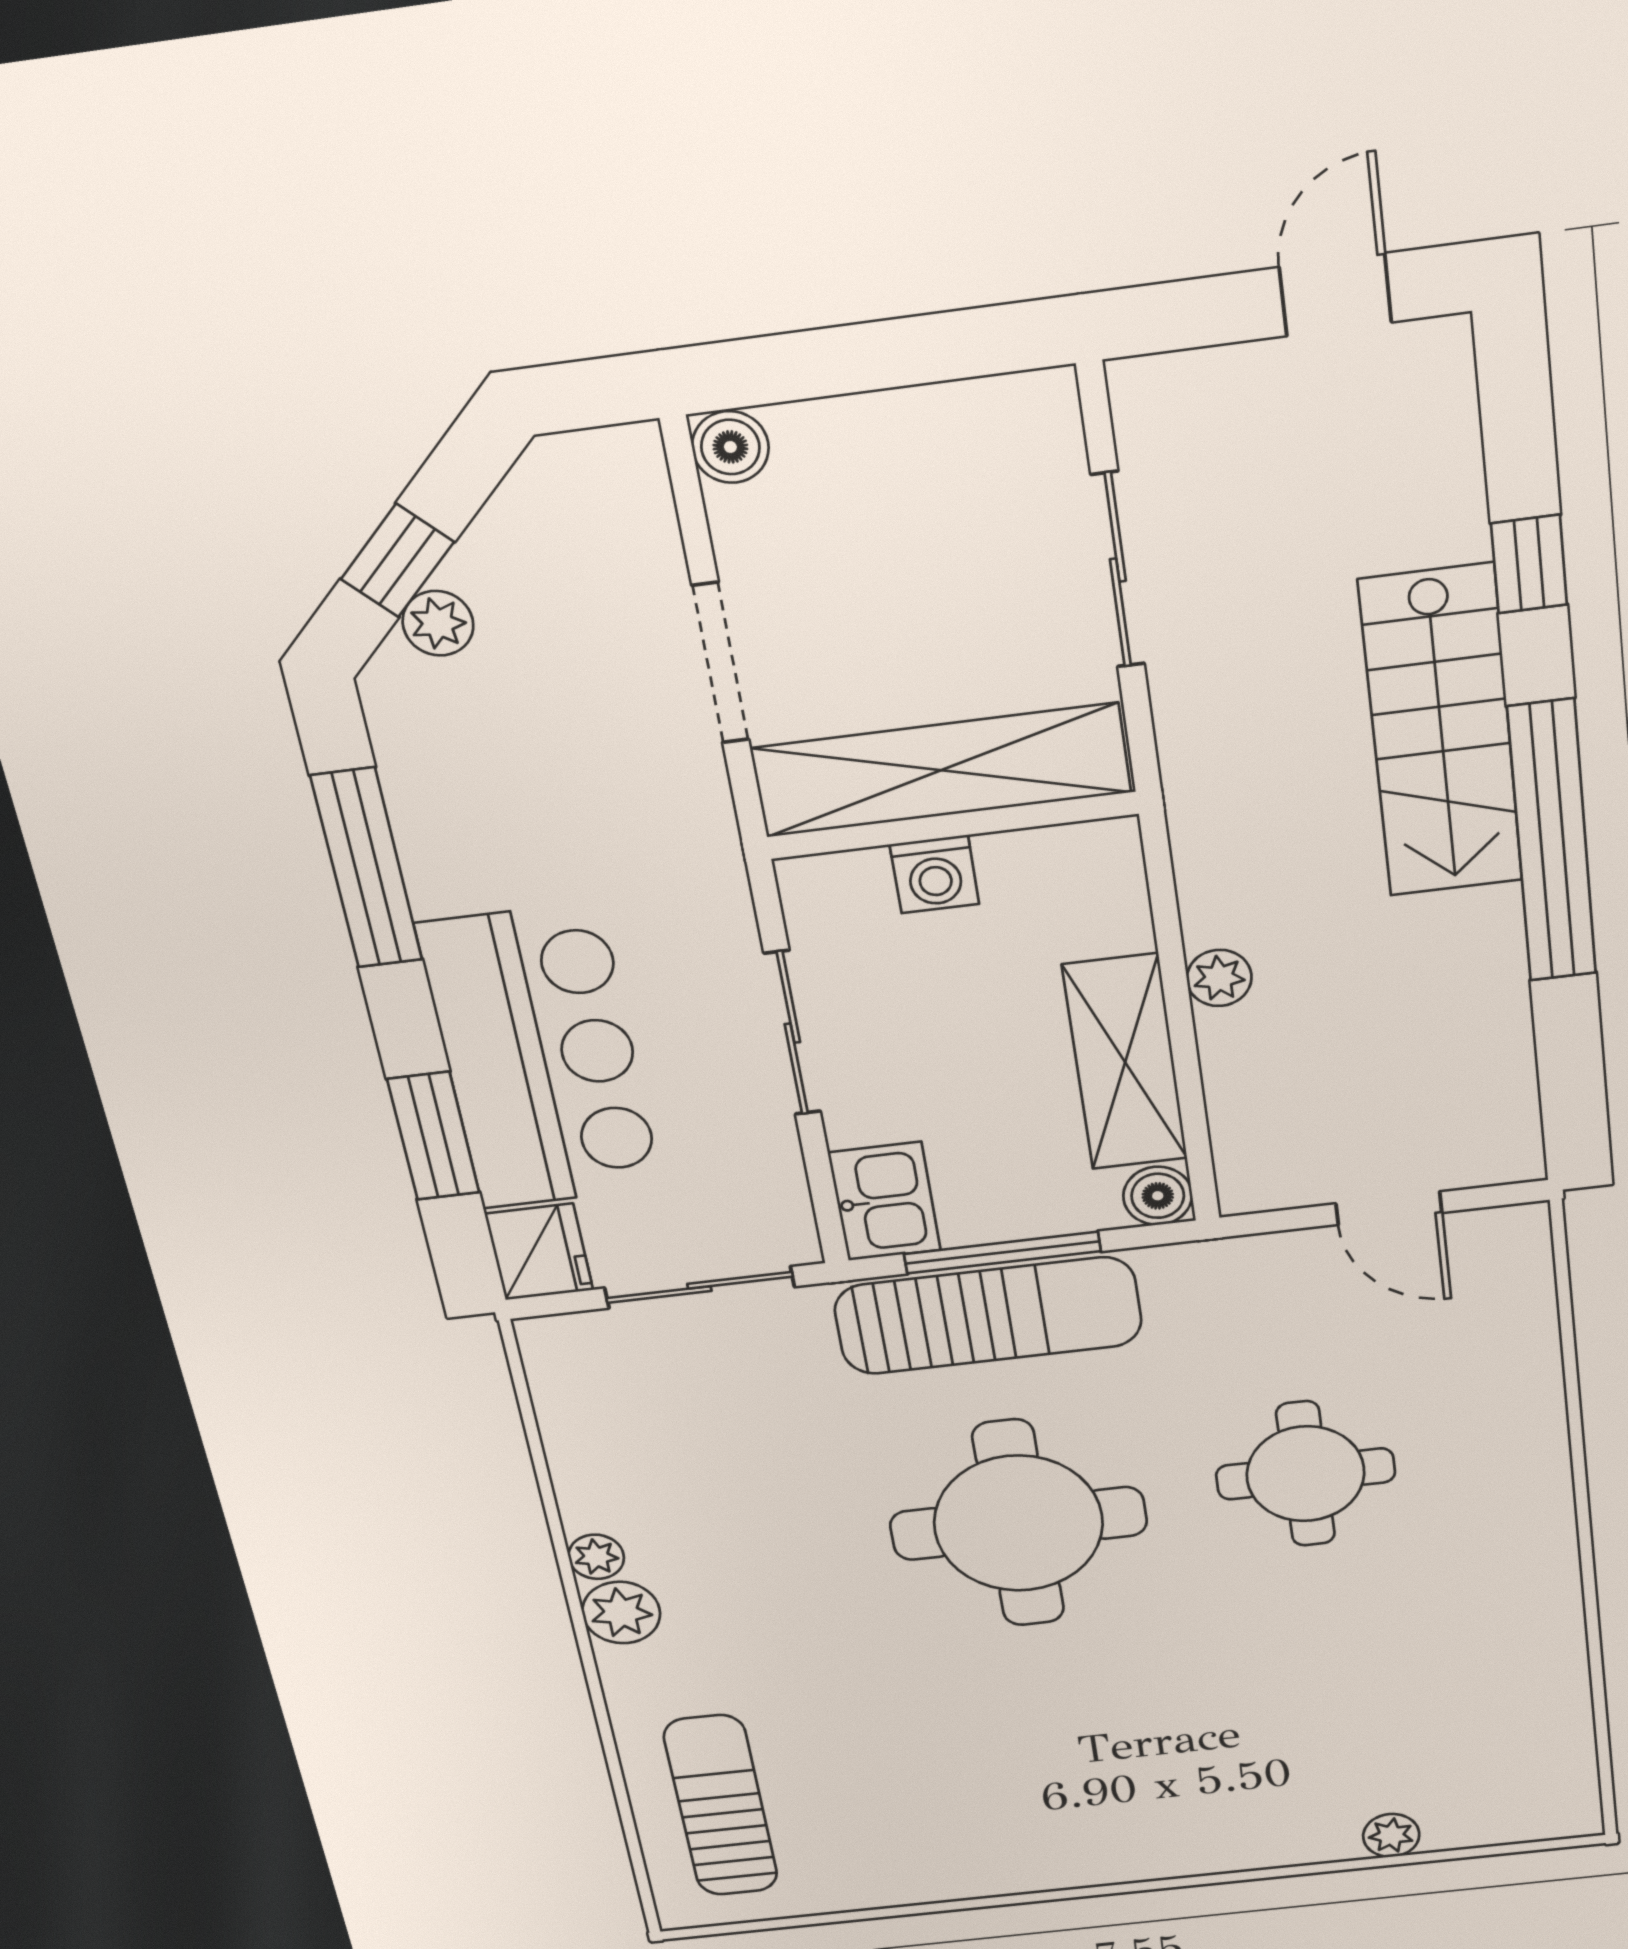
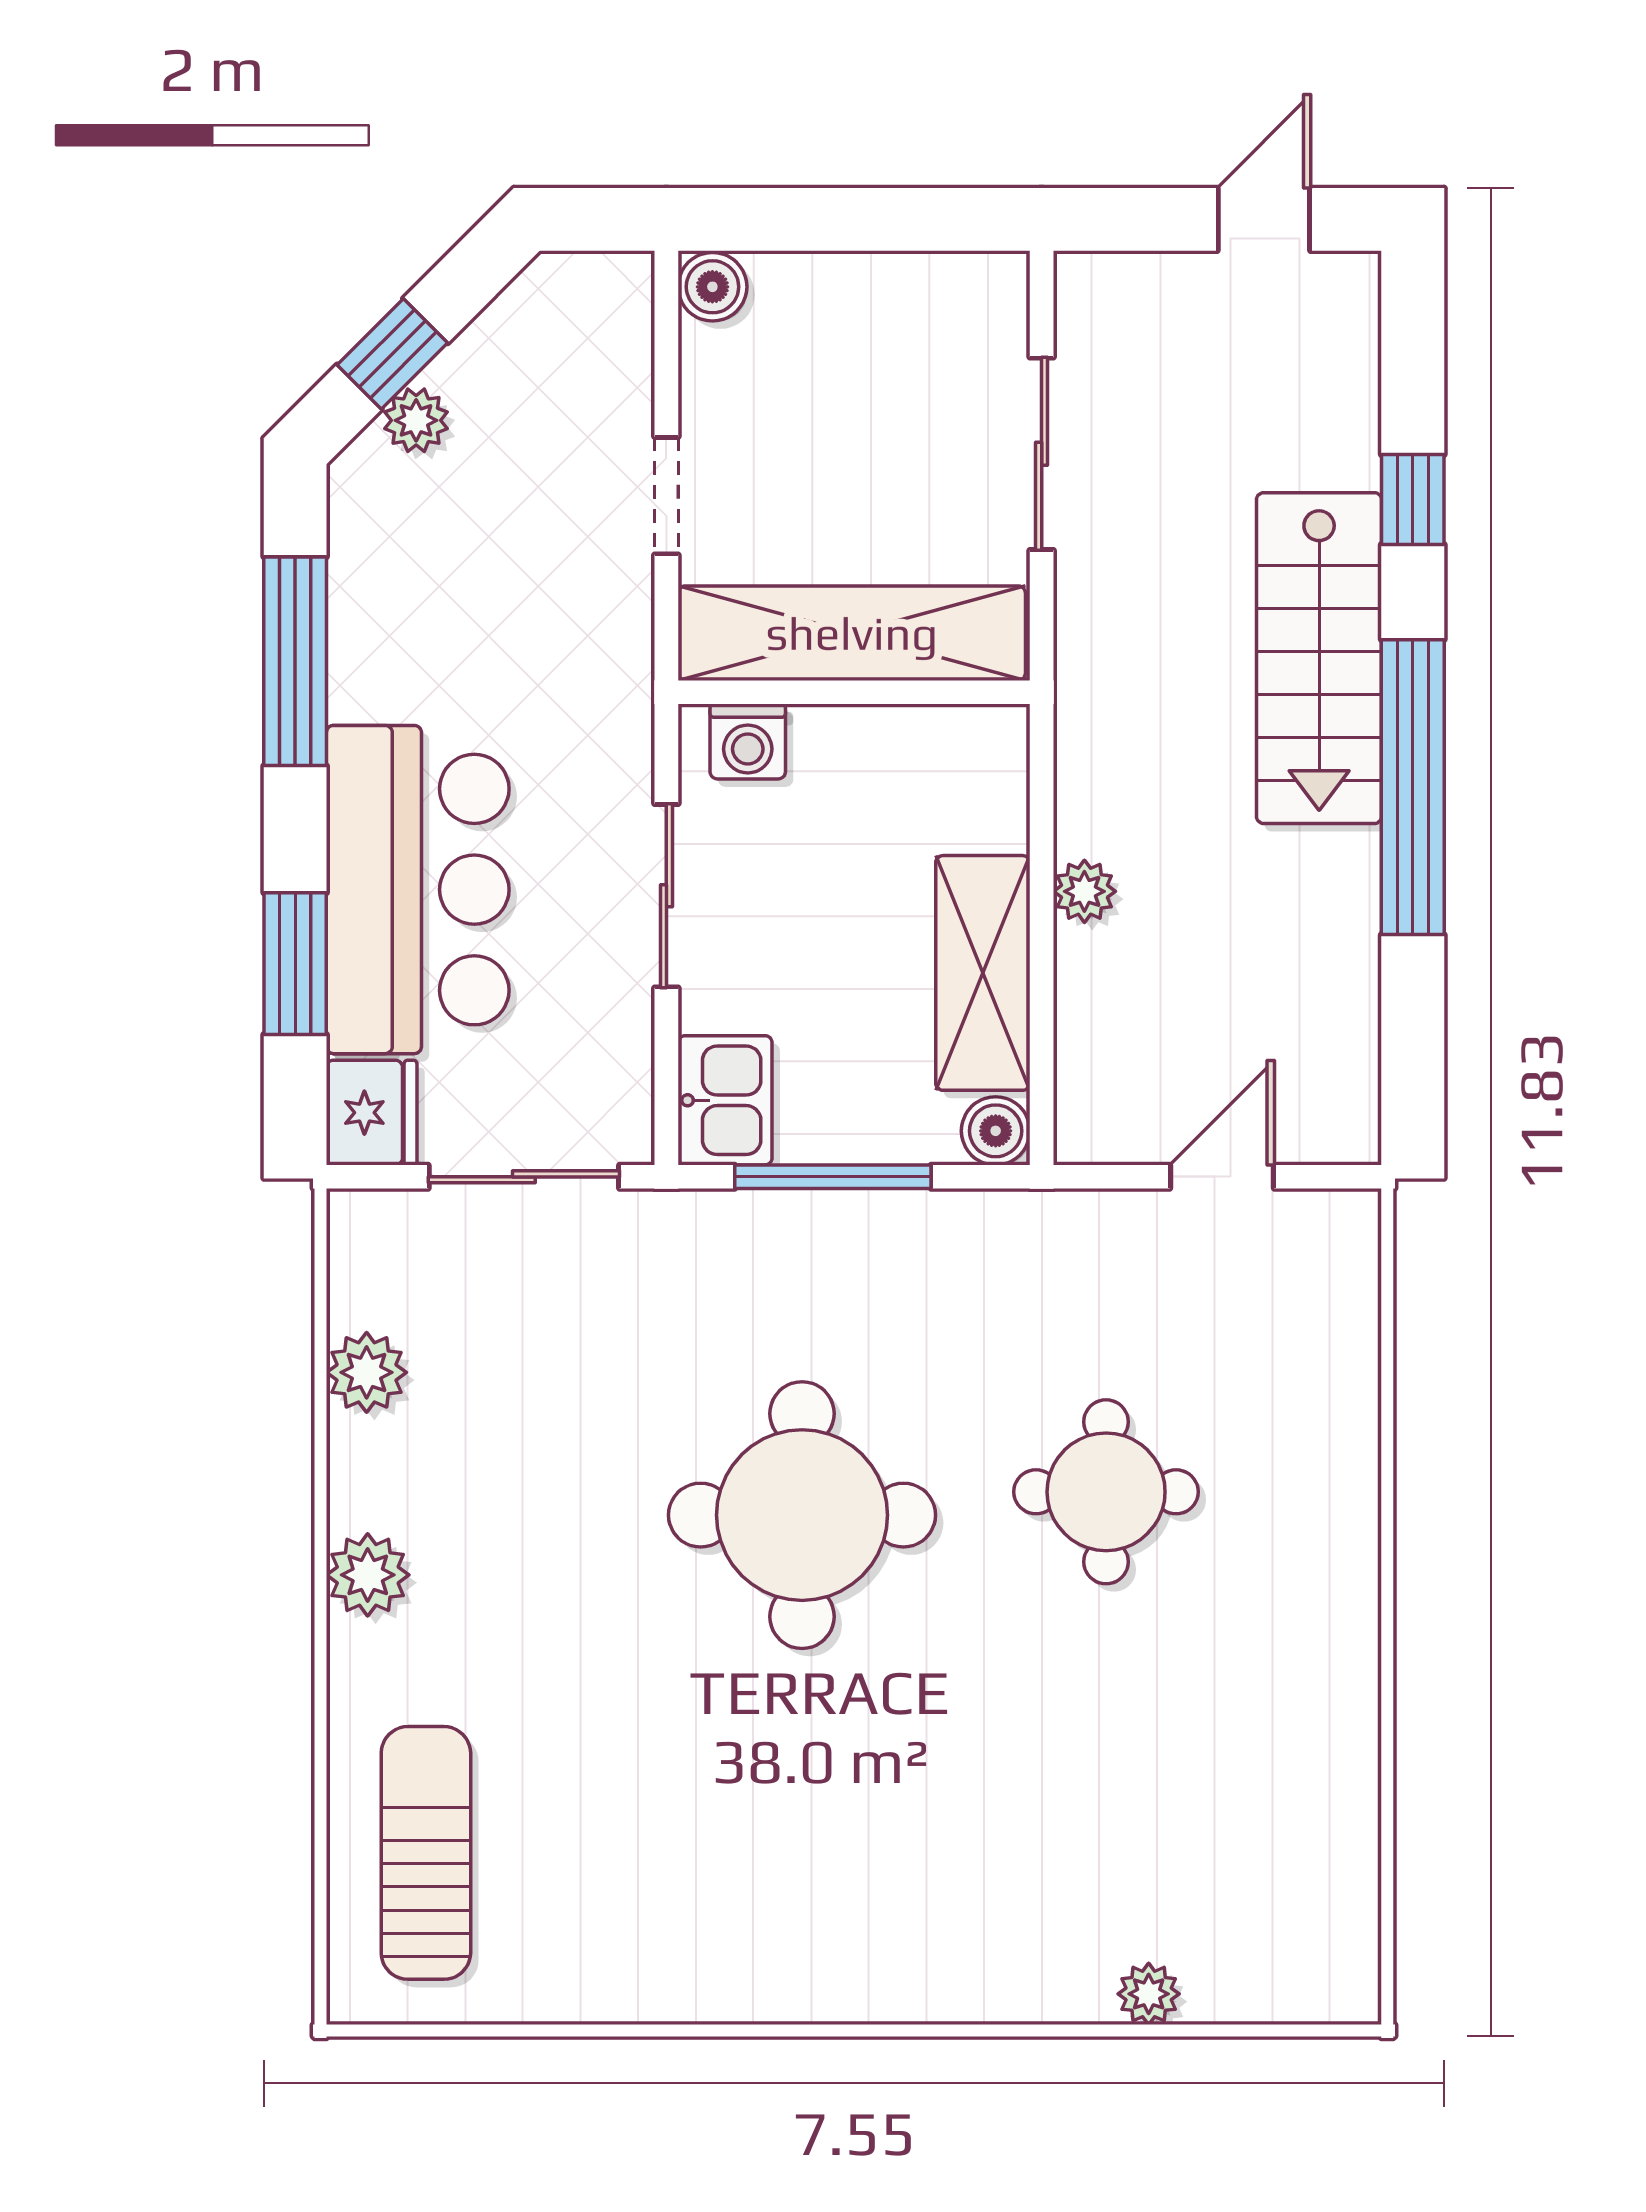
doorway: (721, 663) -> (666, 496), width x0.73
washing machine: (935, 874) -> (748, 741), moved
door: (1389, 1208) -> (1222, 1177), swing flipped
sun lounger: (988, 1316) -> (808, 1251), removed
plant: (596, 1557) -> (367, 1372), moved, width x1.38, depth x1.38

